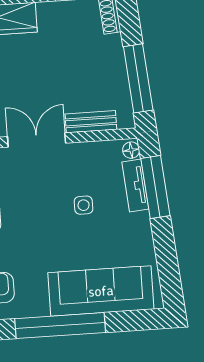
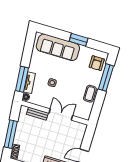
window: (138, 78) -> (11, 134), moved
double door: (37, 140) -> (61, 114), swing flipped
window: (60, 326) -> (79, 40), width x0.47

